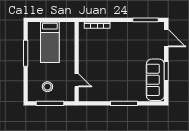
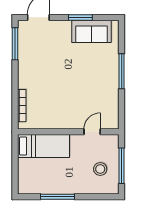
bed: (50, 42) -> (44, 146), moved
sofa: (155, 80) -> (92, 31), width x0.73

